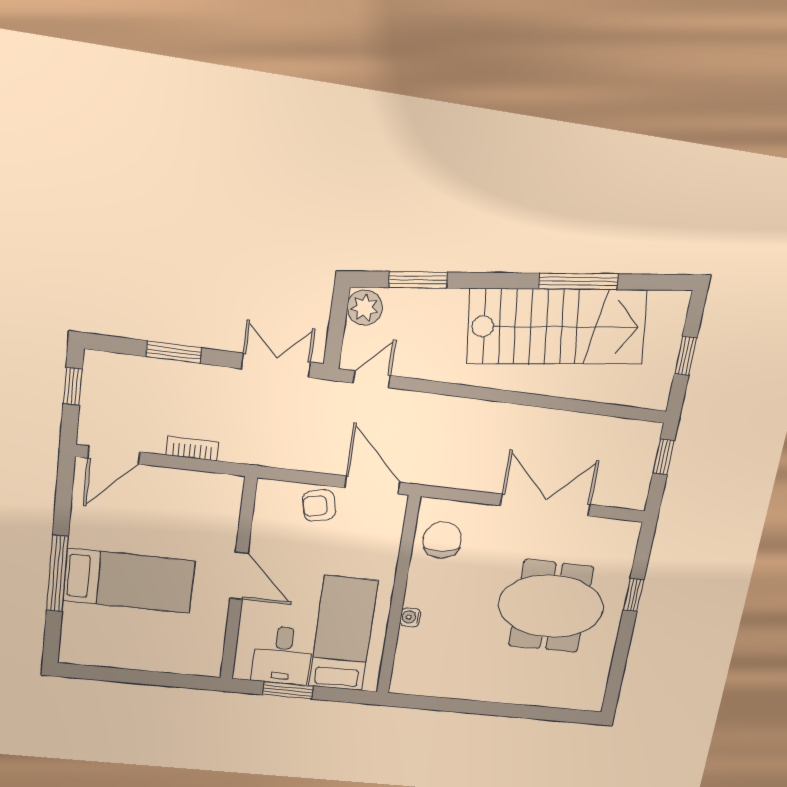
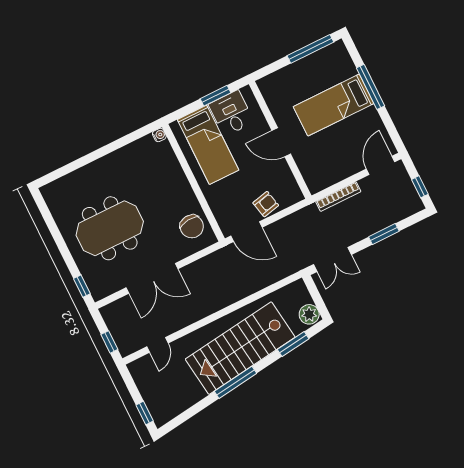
window: (578, 281) -> (236, 382), moved
stairs: (557, 327) -> (240, 348), moved
window: (686, 356) -> (145, 413), moved
door: (372, 379) -> (157, 345), moved
bookcase: (193, 448) -> (338, 197), width x1.56
window: (634, 595) -> (82, 286), moved
water cooler: (410, 617) -> (159, 135), moved
window: (113, 675) -> (310, 49), added

